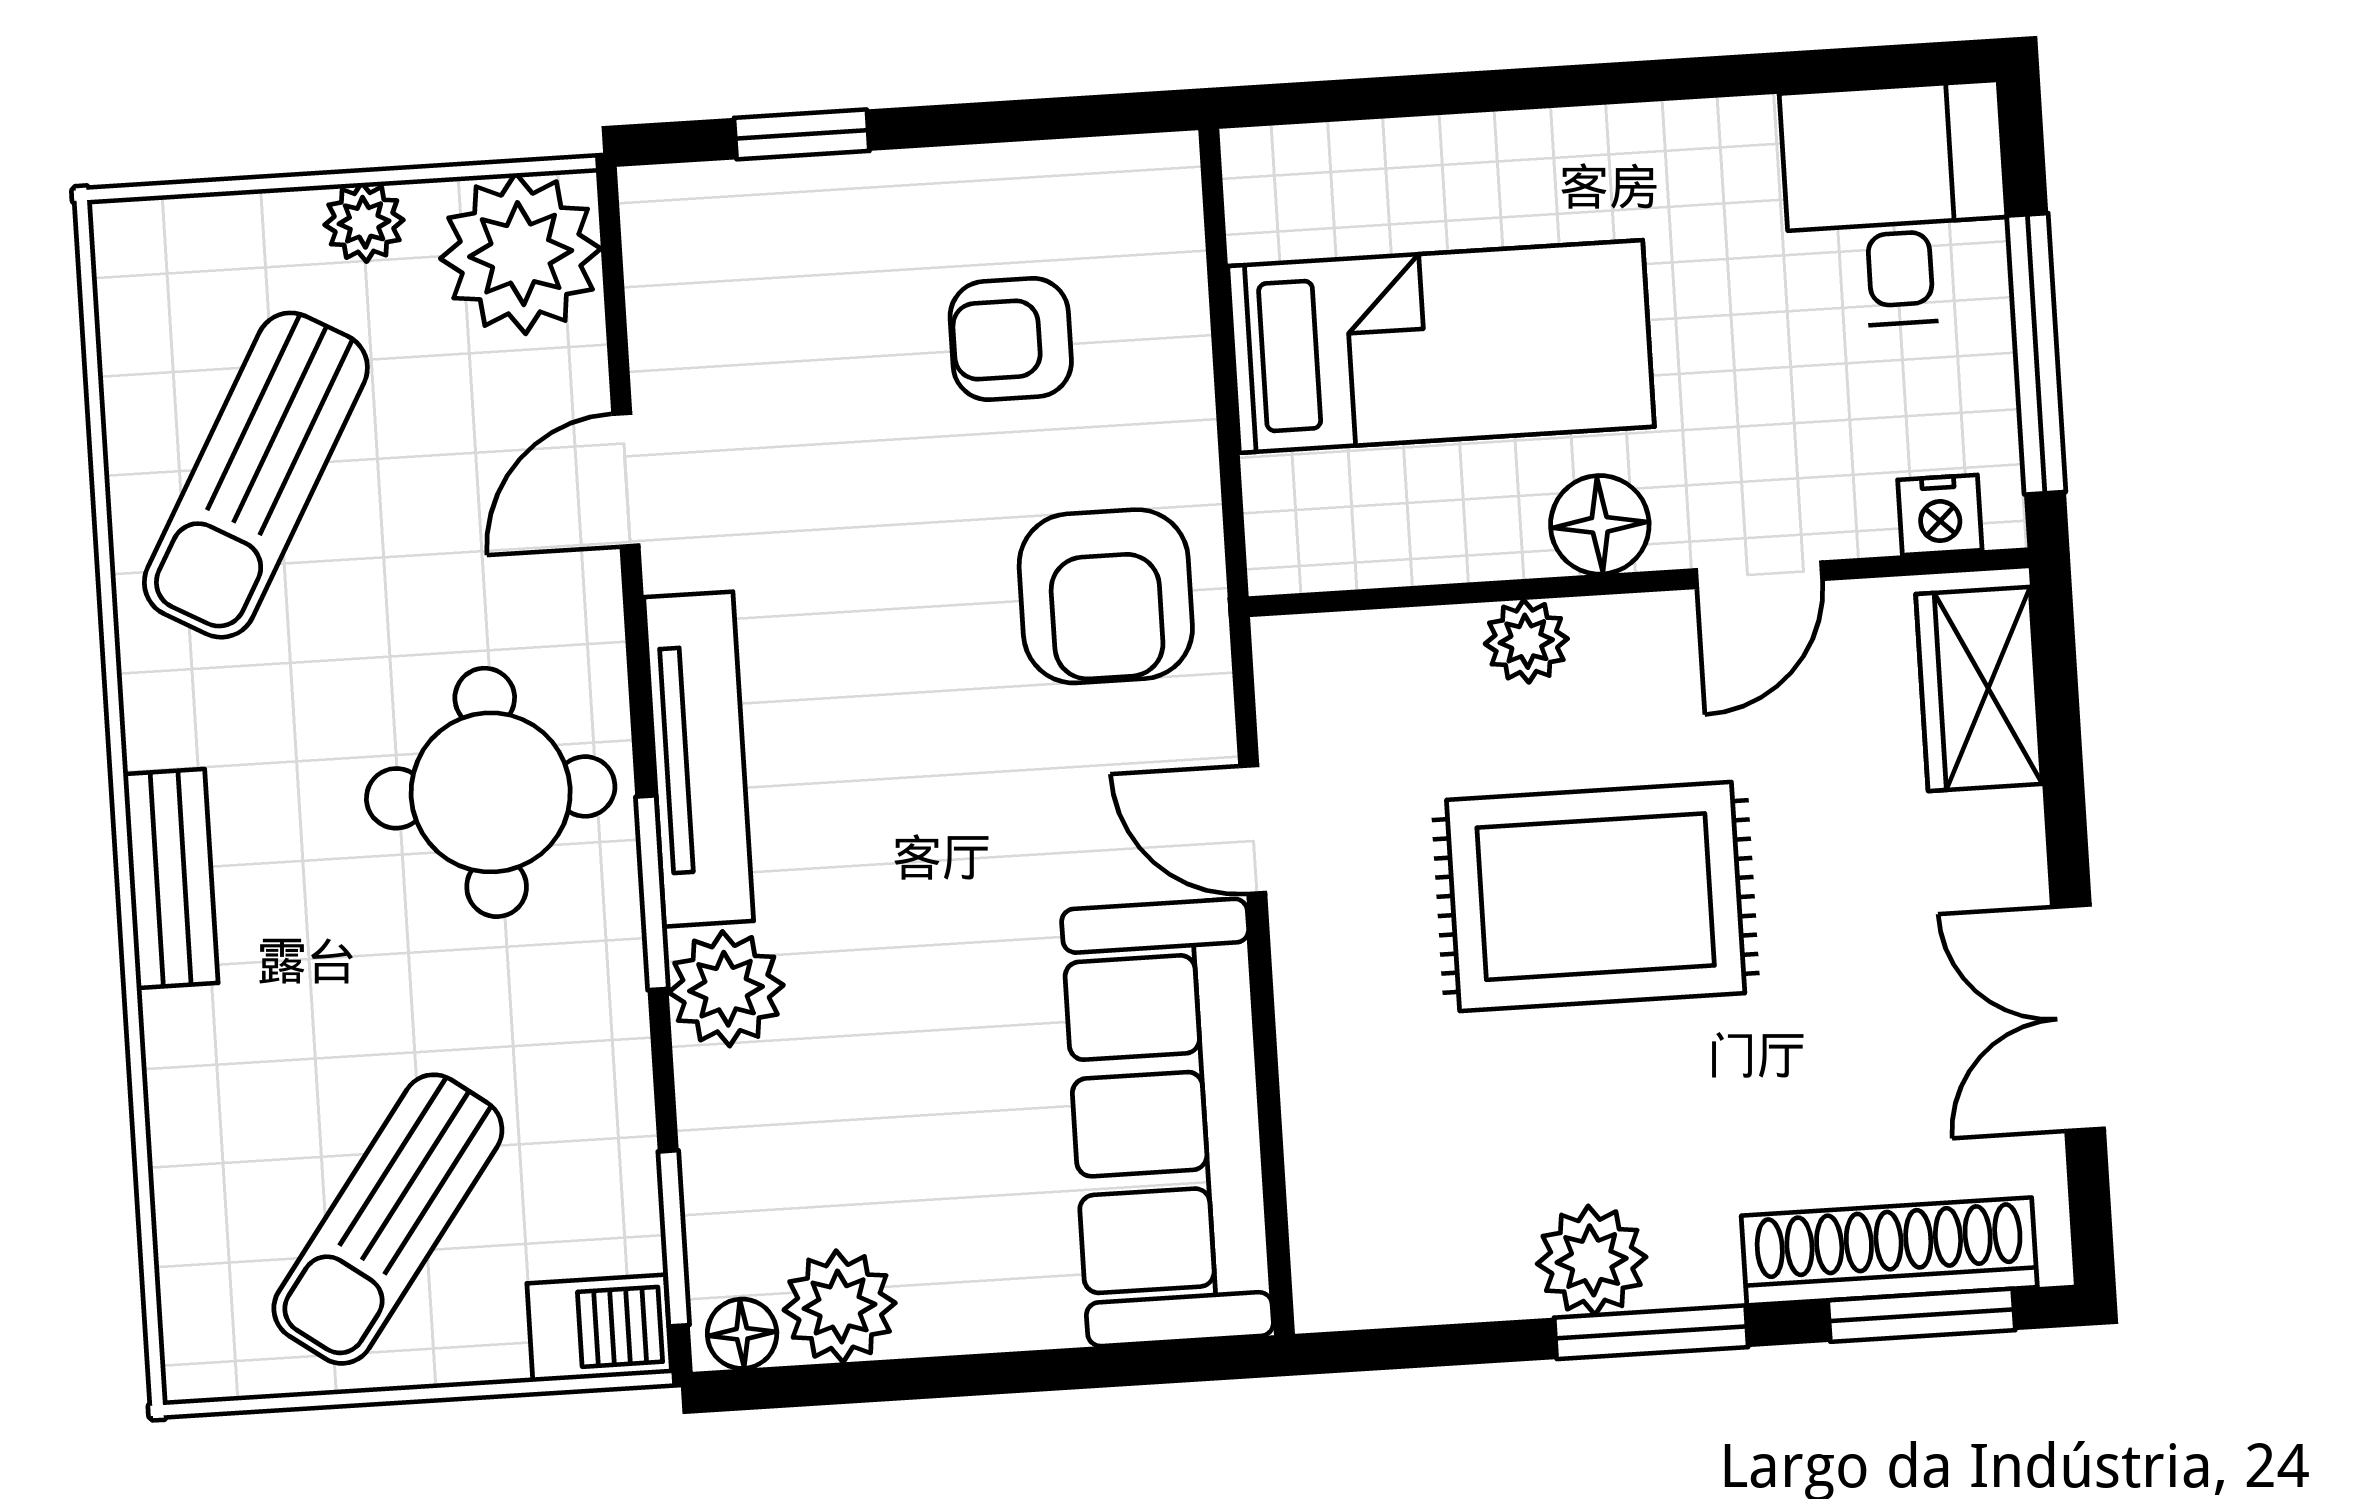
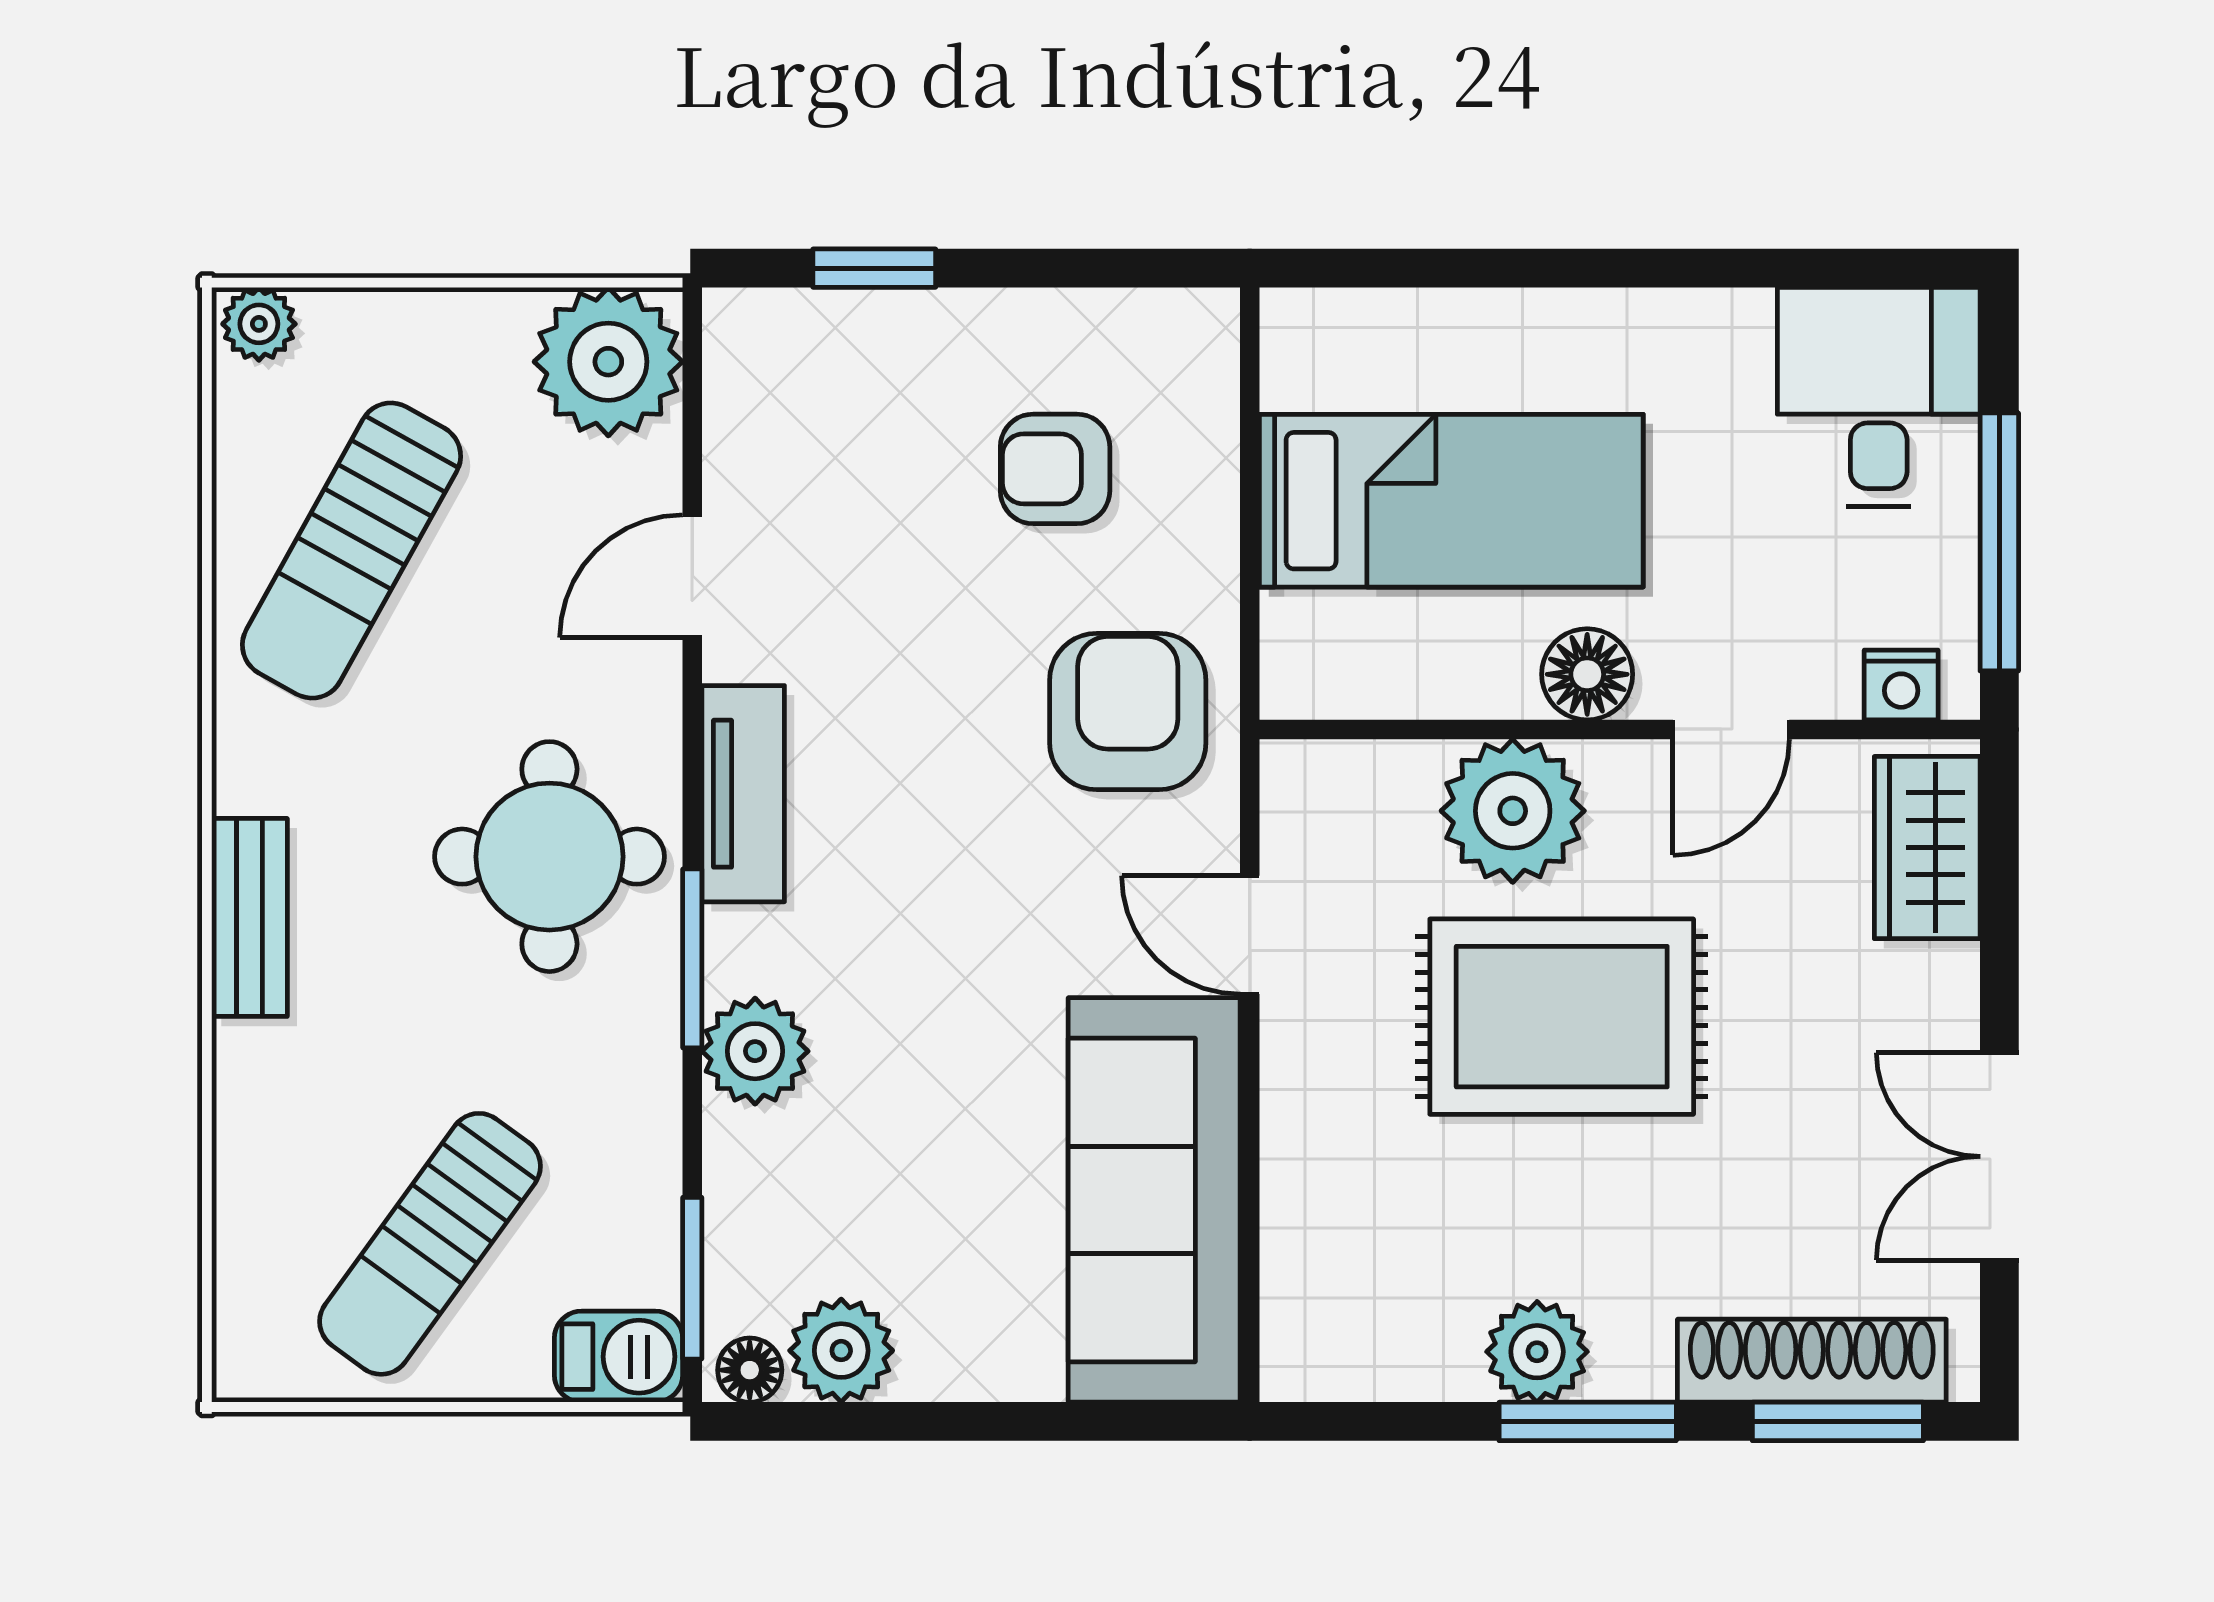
plant: (364, 222) -> (259, 324), moved
armchair: (1106, 596) -> (1128, 712), turned 180
plant: (1526, 641) -> (1513, 811), width x1.88, depth x1.88
tv unit: (699, 759) -> (743, 794), width x0.71

